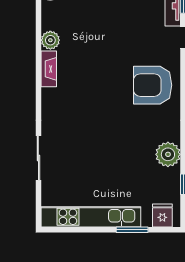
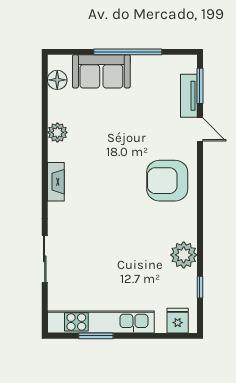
fireplace: (49, 69) -> (56, 182), moved
window: (132, 230) -> (96, 336), moved

